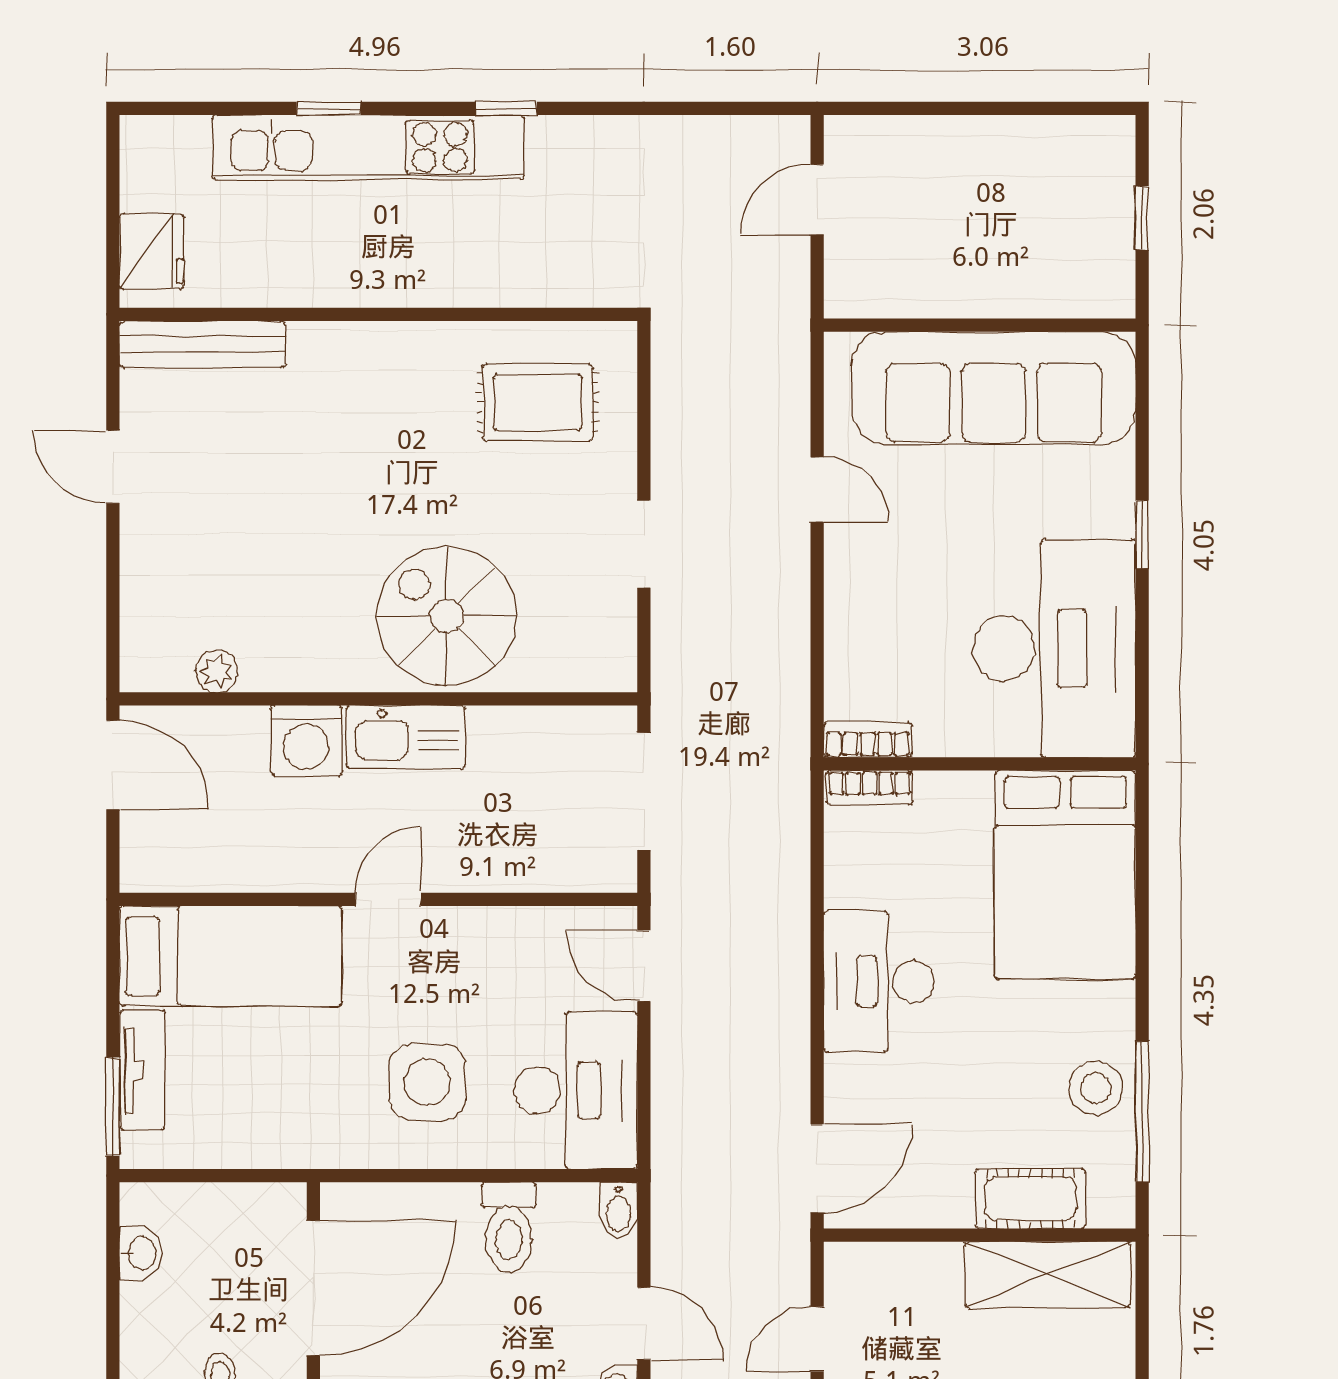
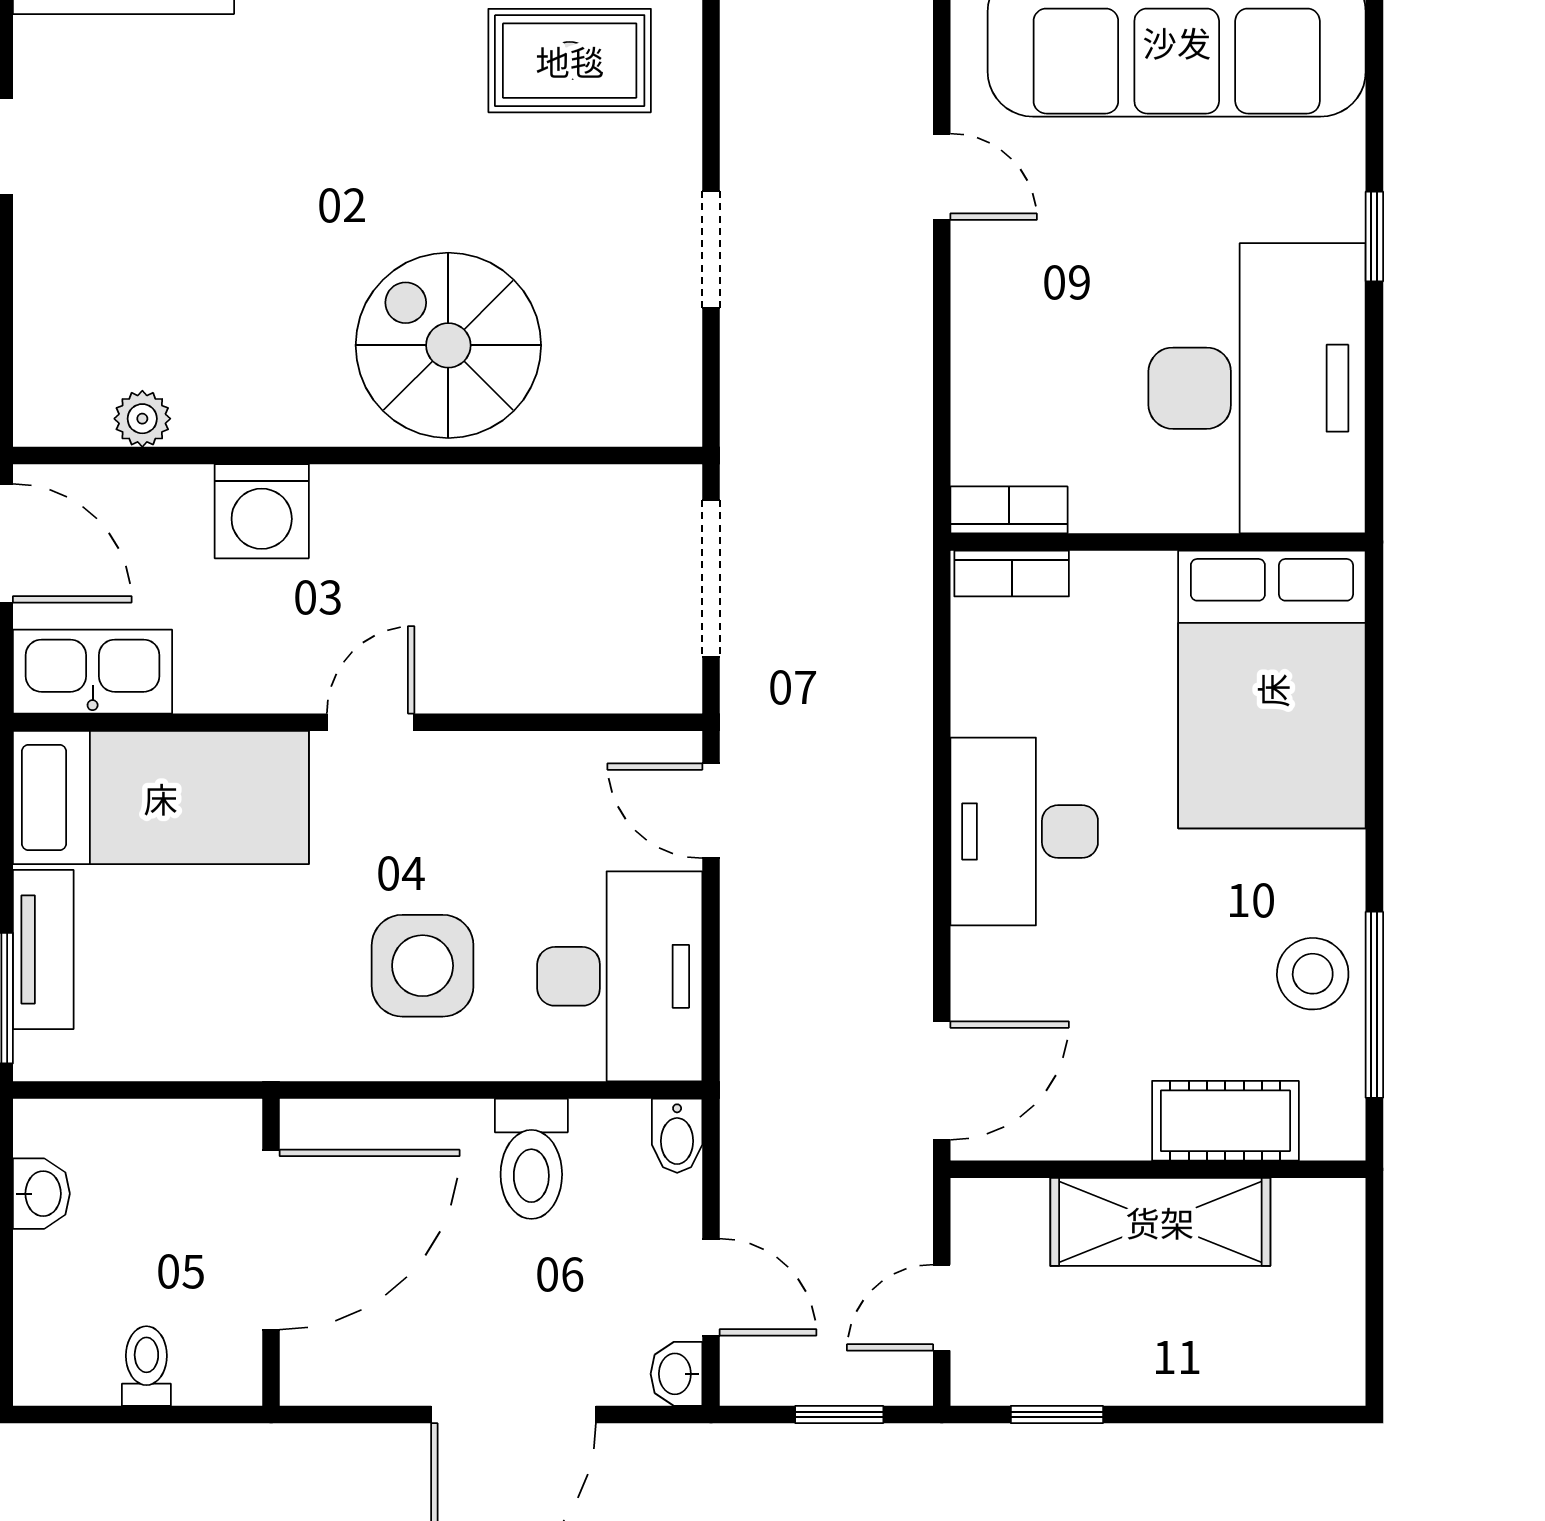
kitchen sink: (406, 737) -> (93, 672), moved, turned 180
shelving: (1048, 1275) -> (1160, 1222), moved

